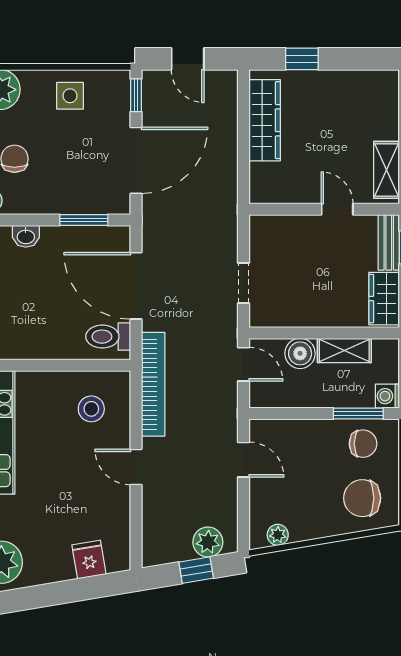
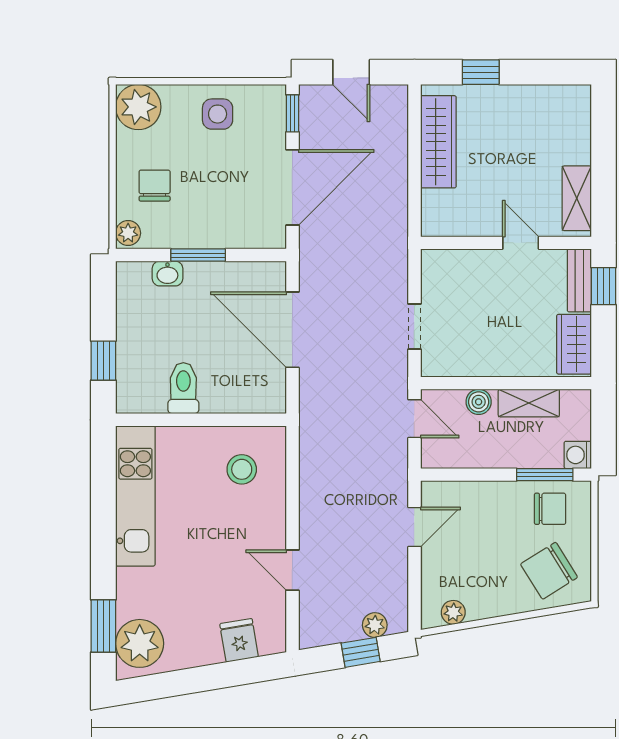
window: (84, 220) -> (198, 255), moved
toilet: (108, 337) -> (183, 388), moved, turned 90
boiler: (300, 353) -> (479, 402), width x0.73, depth x0.73
bookcase: (153, 384) -> (312, 441), removed
door: (243, 460) -> (414, 527), hinge flipped
door: (136, 467) -> (292, 570), moved
chair: (362, 498) -> (549, 571), turned -32
plant: (208, 542) -> (375, 625), width x0.73, depth x0.73

